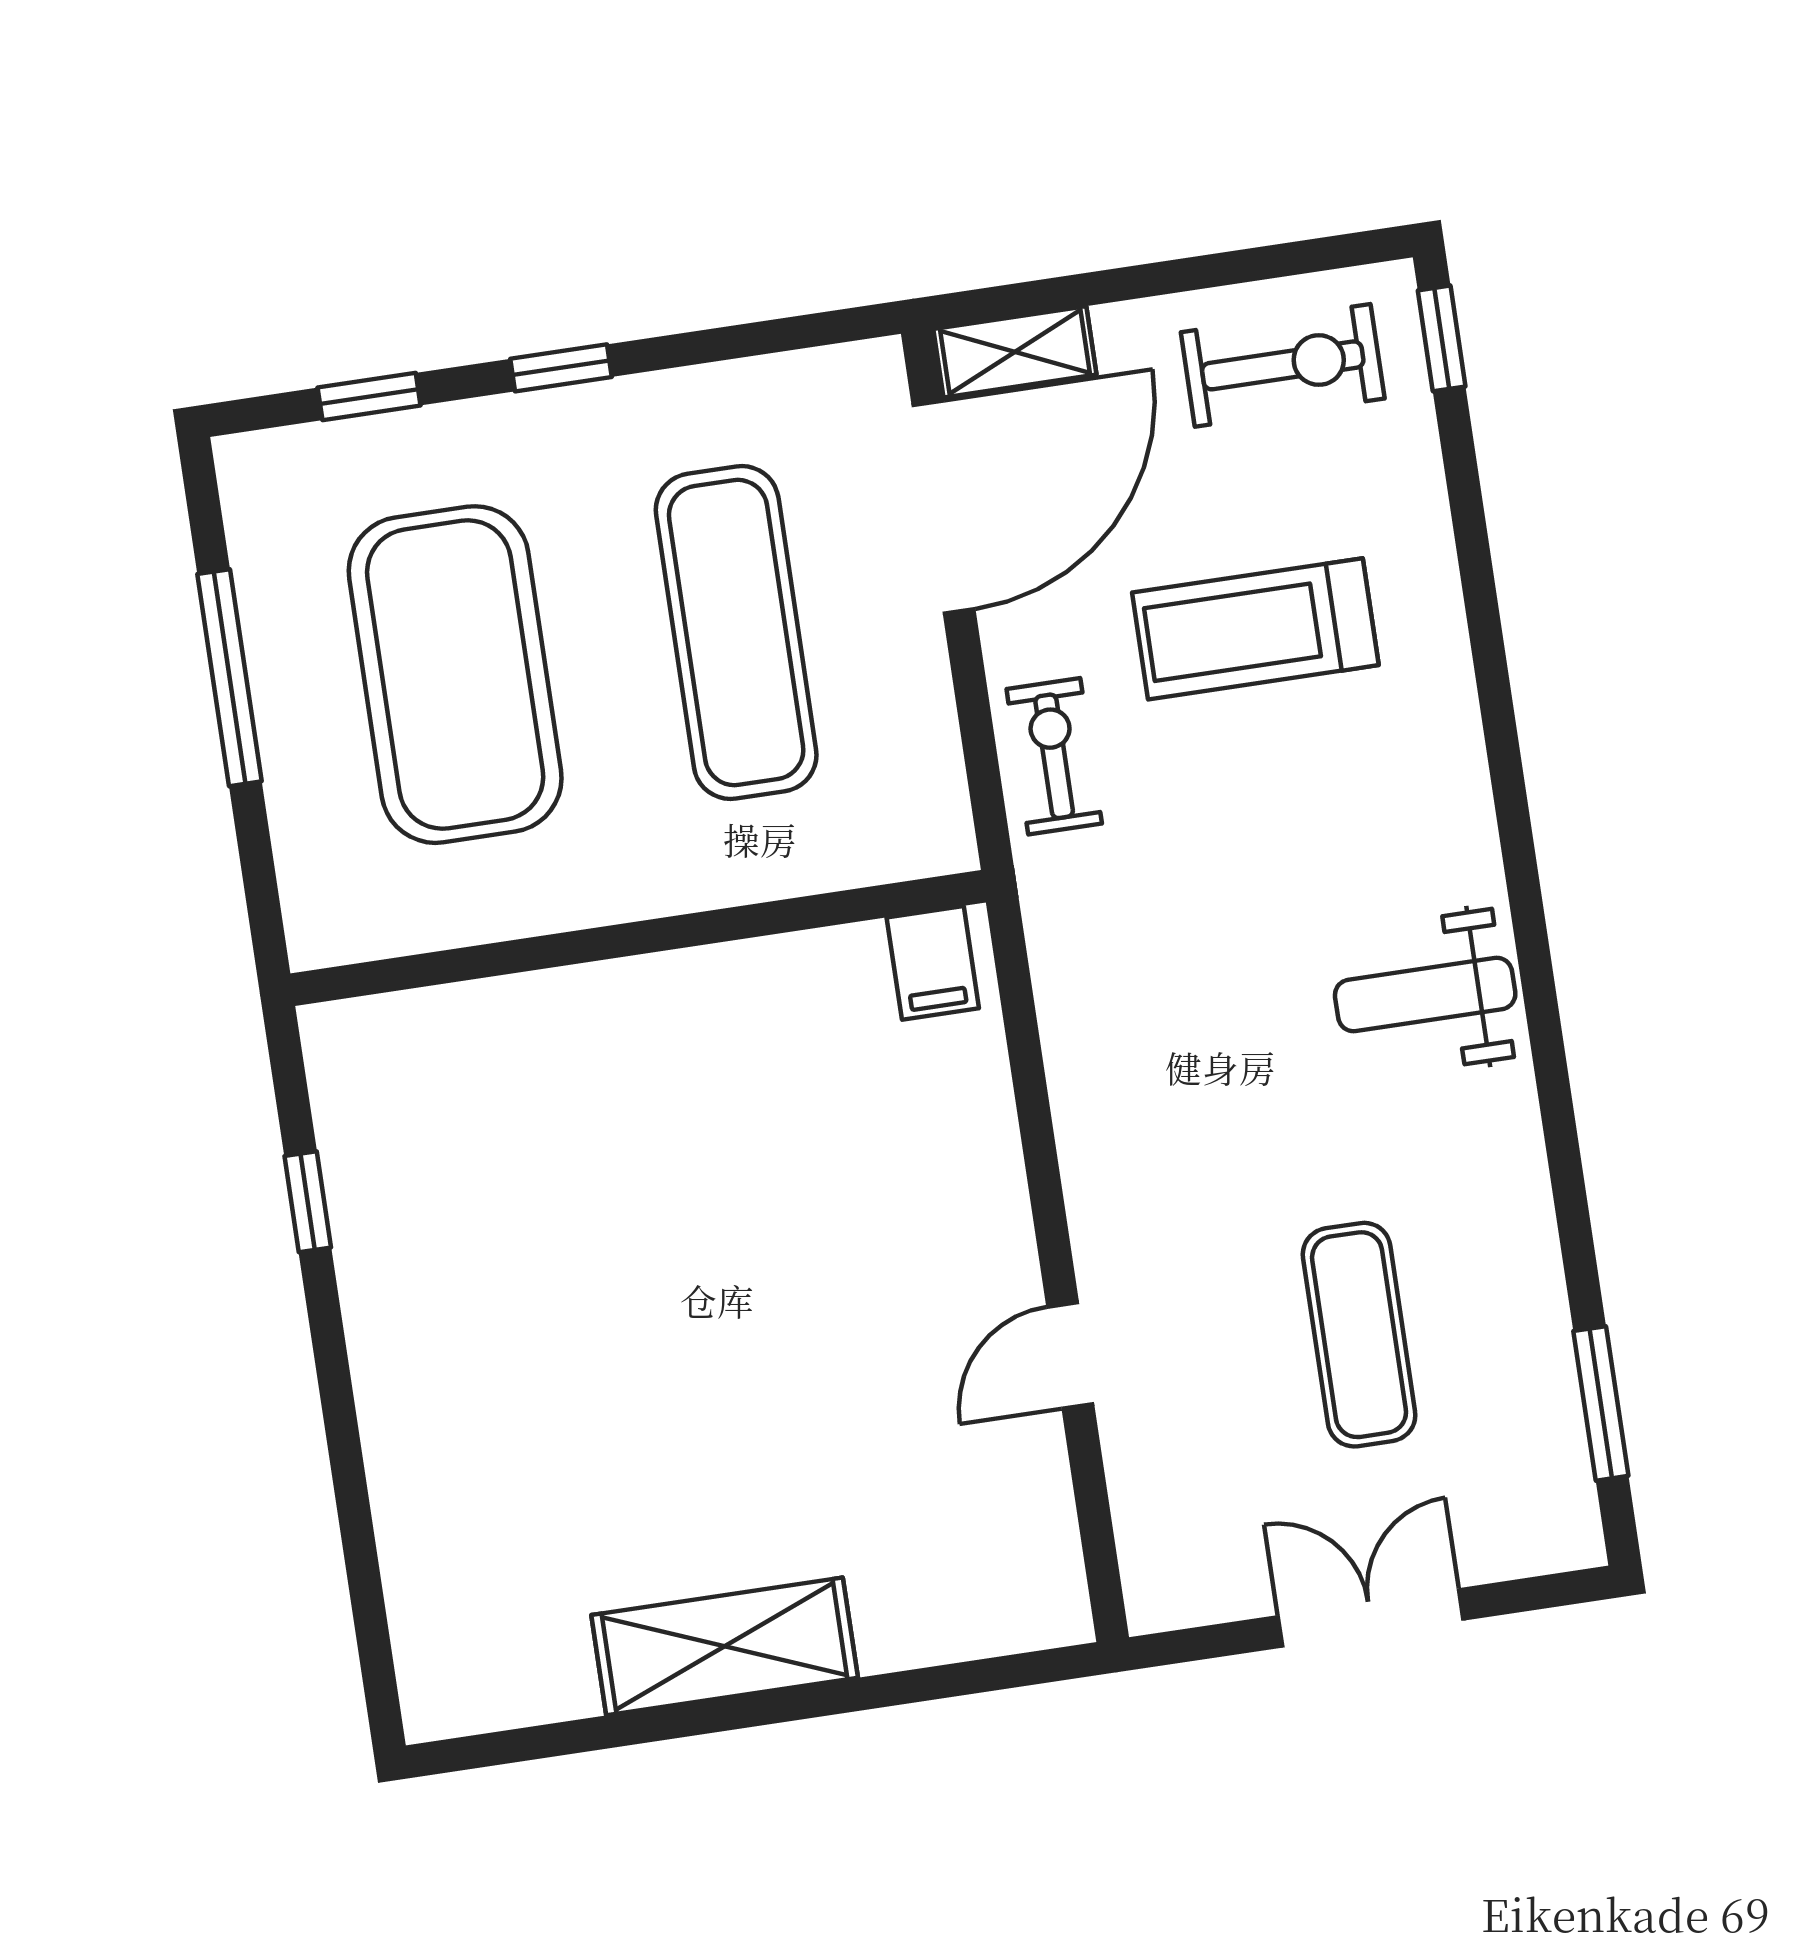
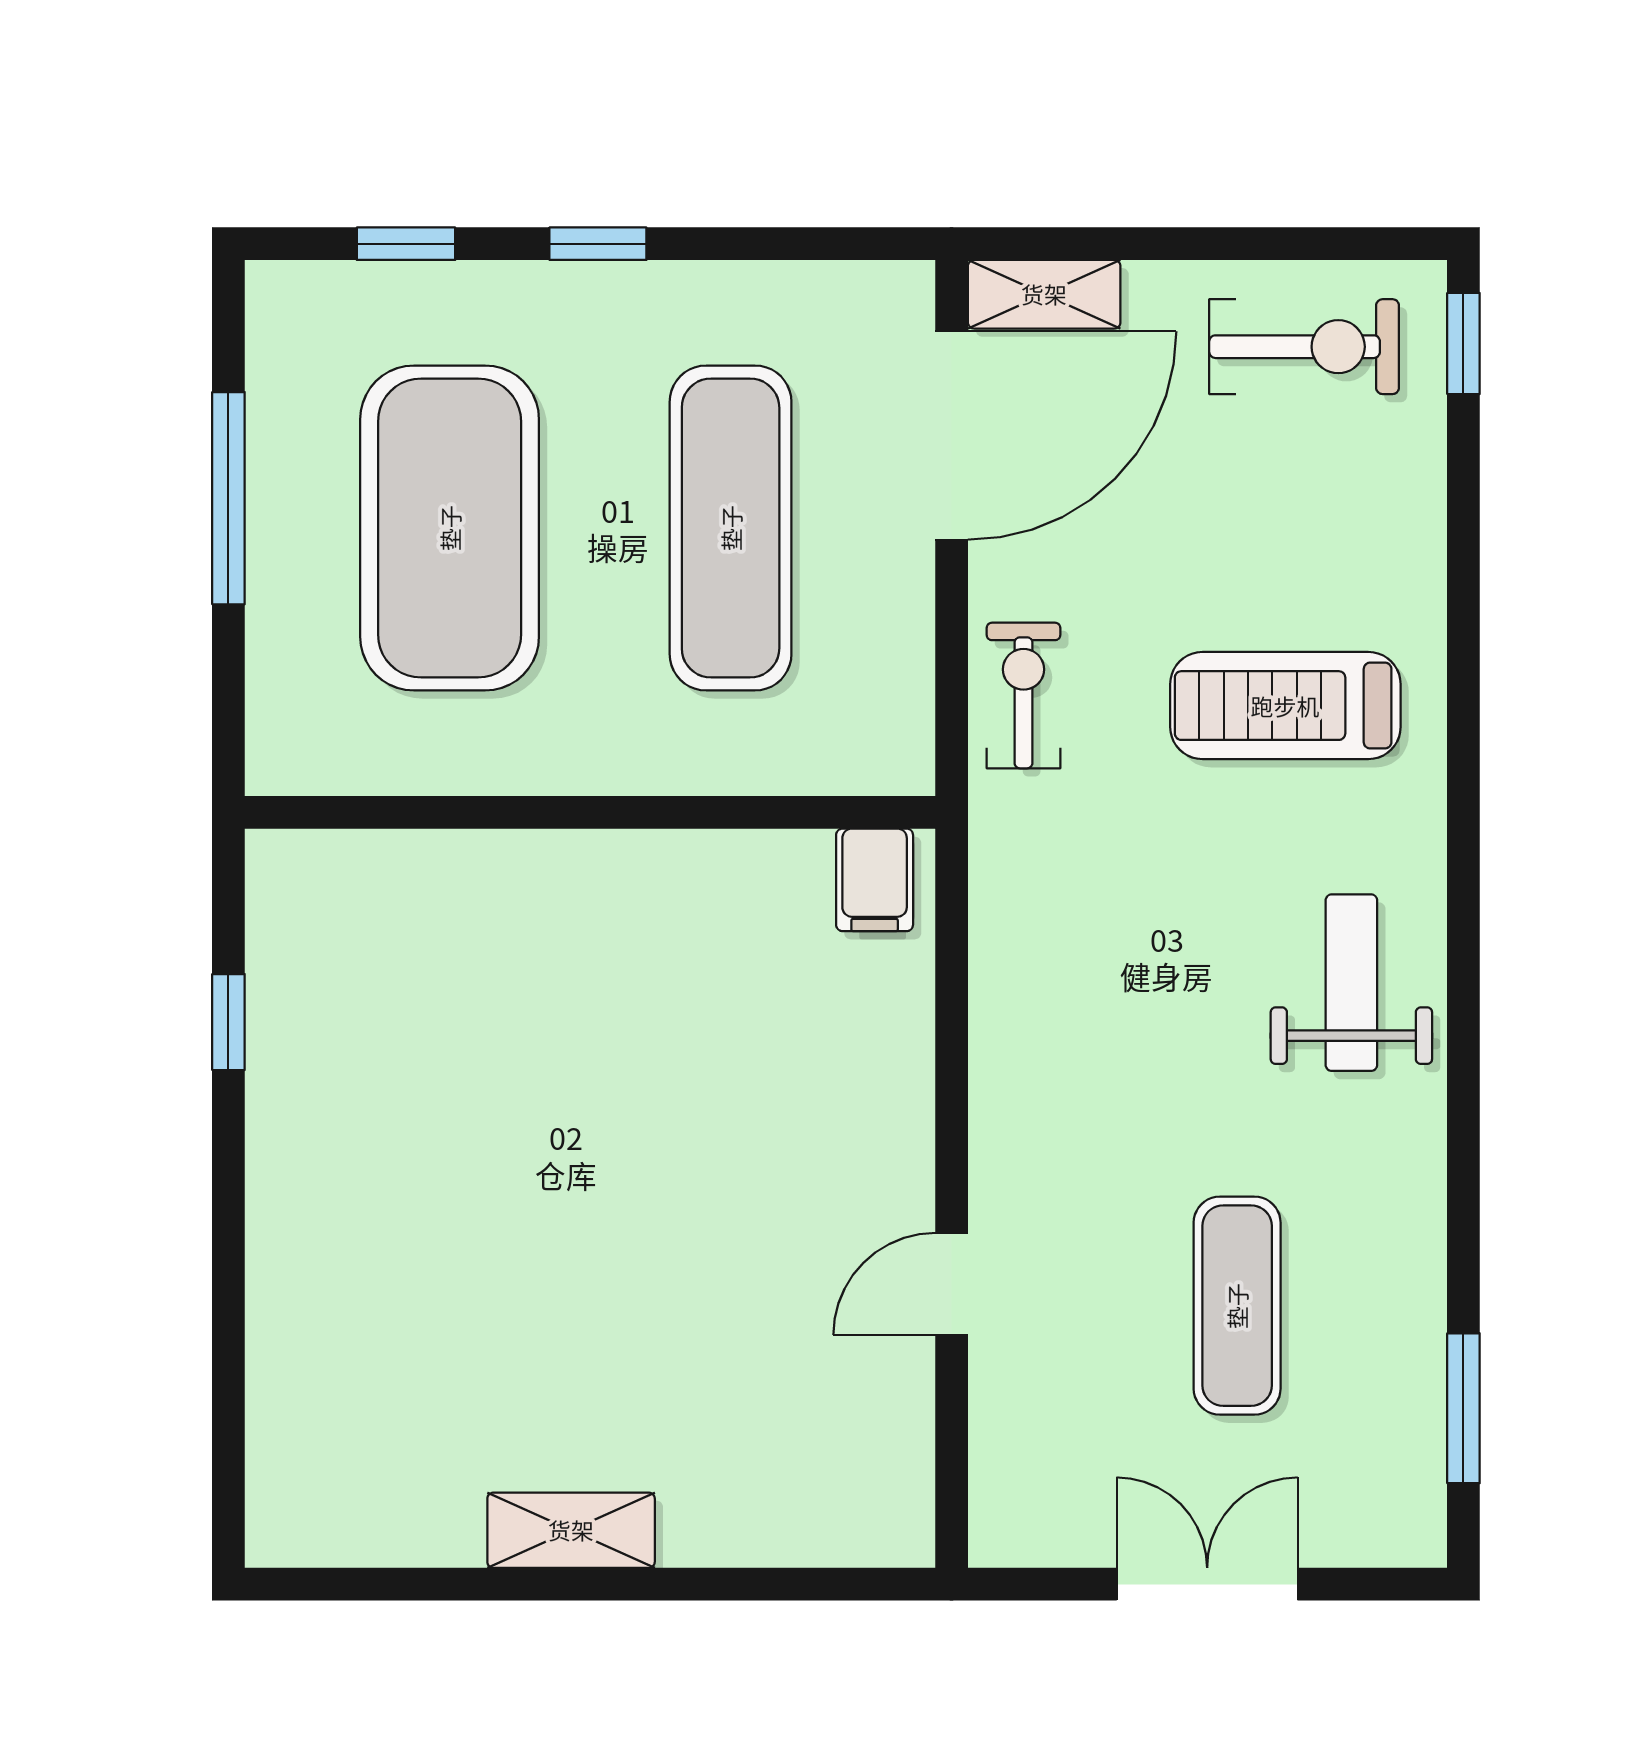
treadmill: (1255, 629) -> (1285, 706), moved
weight bench: (1425, 994) -> (1351, 983), turned 90
shelving: (725, 1646) -> (571, 1530), width x0.67, depth x0.75

